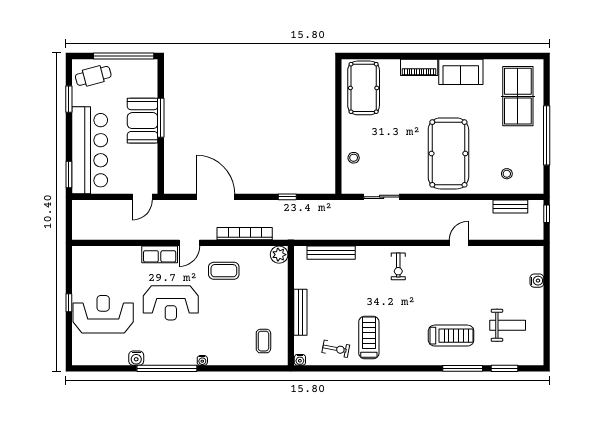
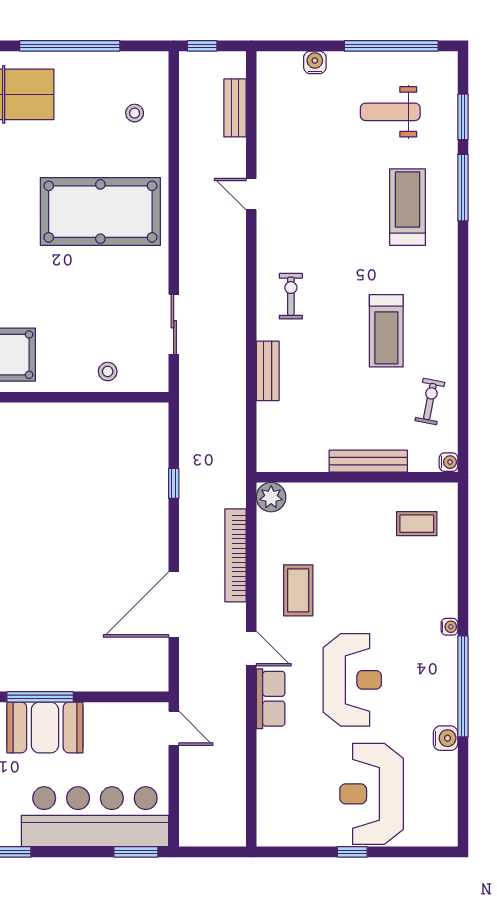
bench: (510, 207) -> (235, 108), moved
bench: (331, 253) -> (268, 371), moved, width x0.73
exercise bike: (398, 266) -> (291, 296), turned -90
weight bench: (508, 325) -> (390, 112), turned -90
window: (547, 326) -> (391, 46), added
treadmill: (369, 338) -> (386, 331), moved, turned -90

